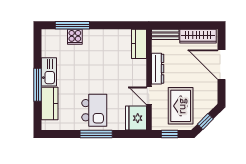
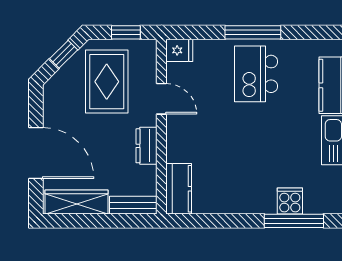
dresser: (158, 69) -> (147, 146), width x0.70
fridge: (136, 118) -> (179, 50), width x0.53, depth x0.75

